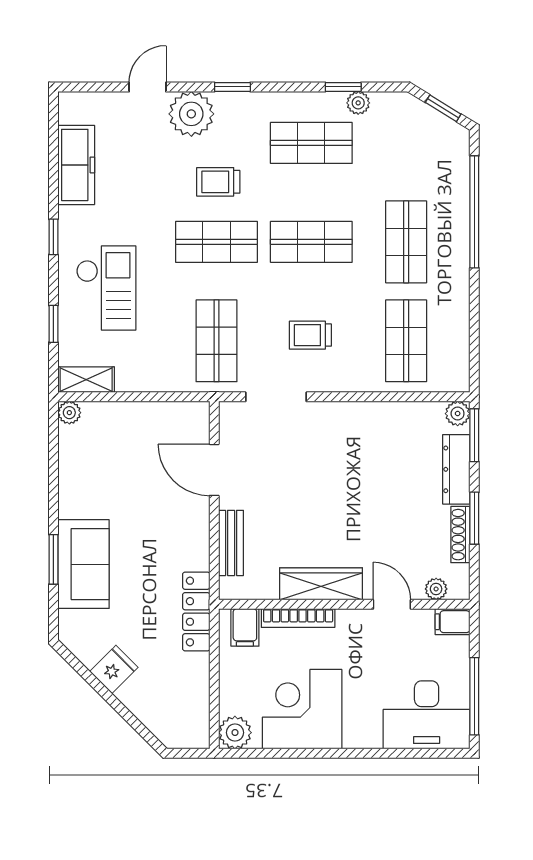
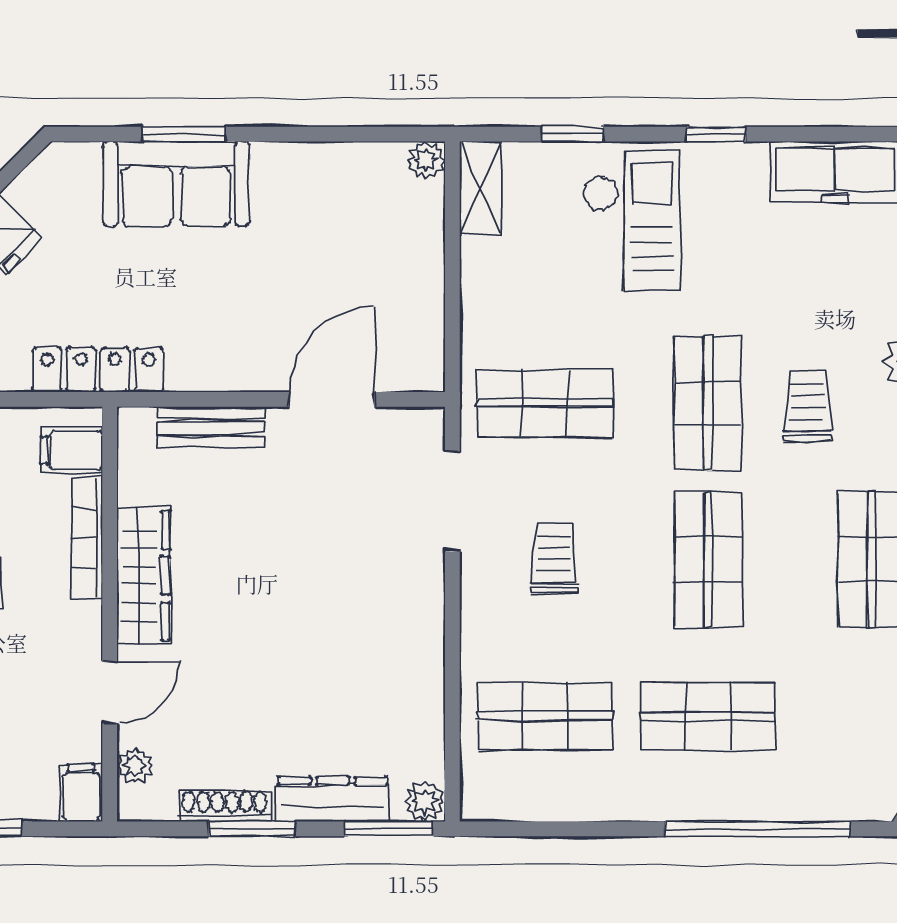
checkout: (106, 288) -> (632, 221), turned -90

